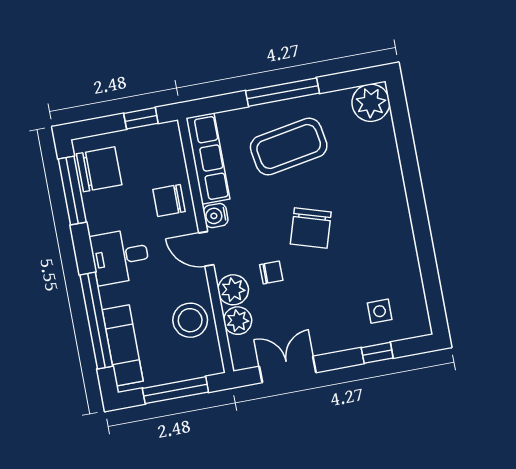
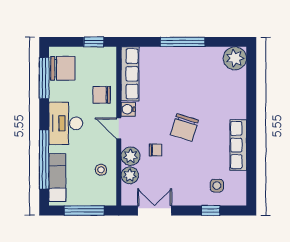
coffee table: (289, 147) -> (180, 76), removed
row of seats: (402, 240) -> (238, 145), added
desk: (120, 257) -> (66, 123), width x1.37
stool: (190, 320) -> (101, 170), width x0.53, depth x0.53

